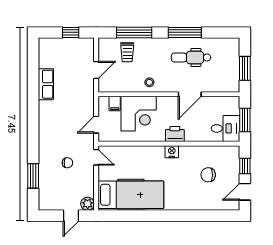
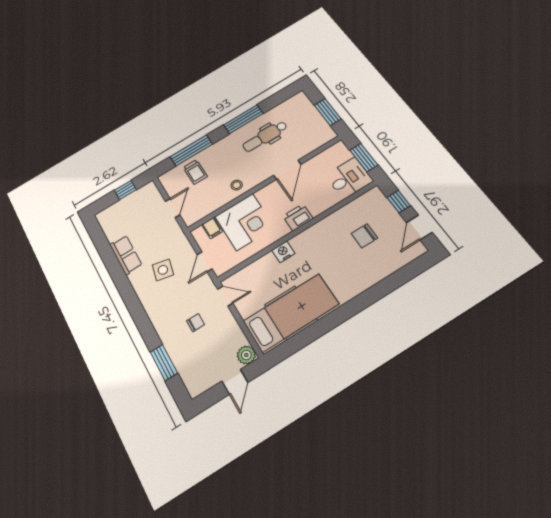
side table: (65, 112) -> (163, 270), added
nightstand: (172, 152) -> (283, 252), moved

